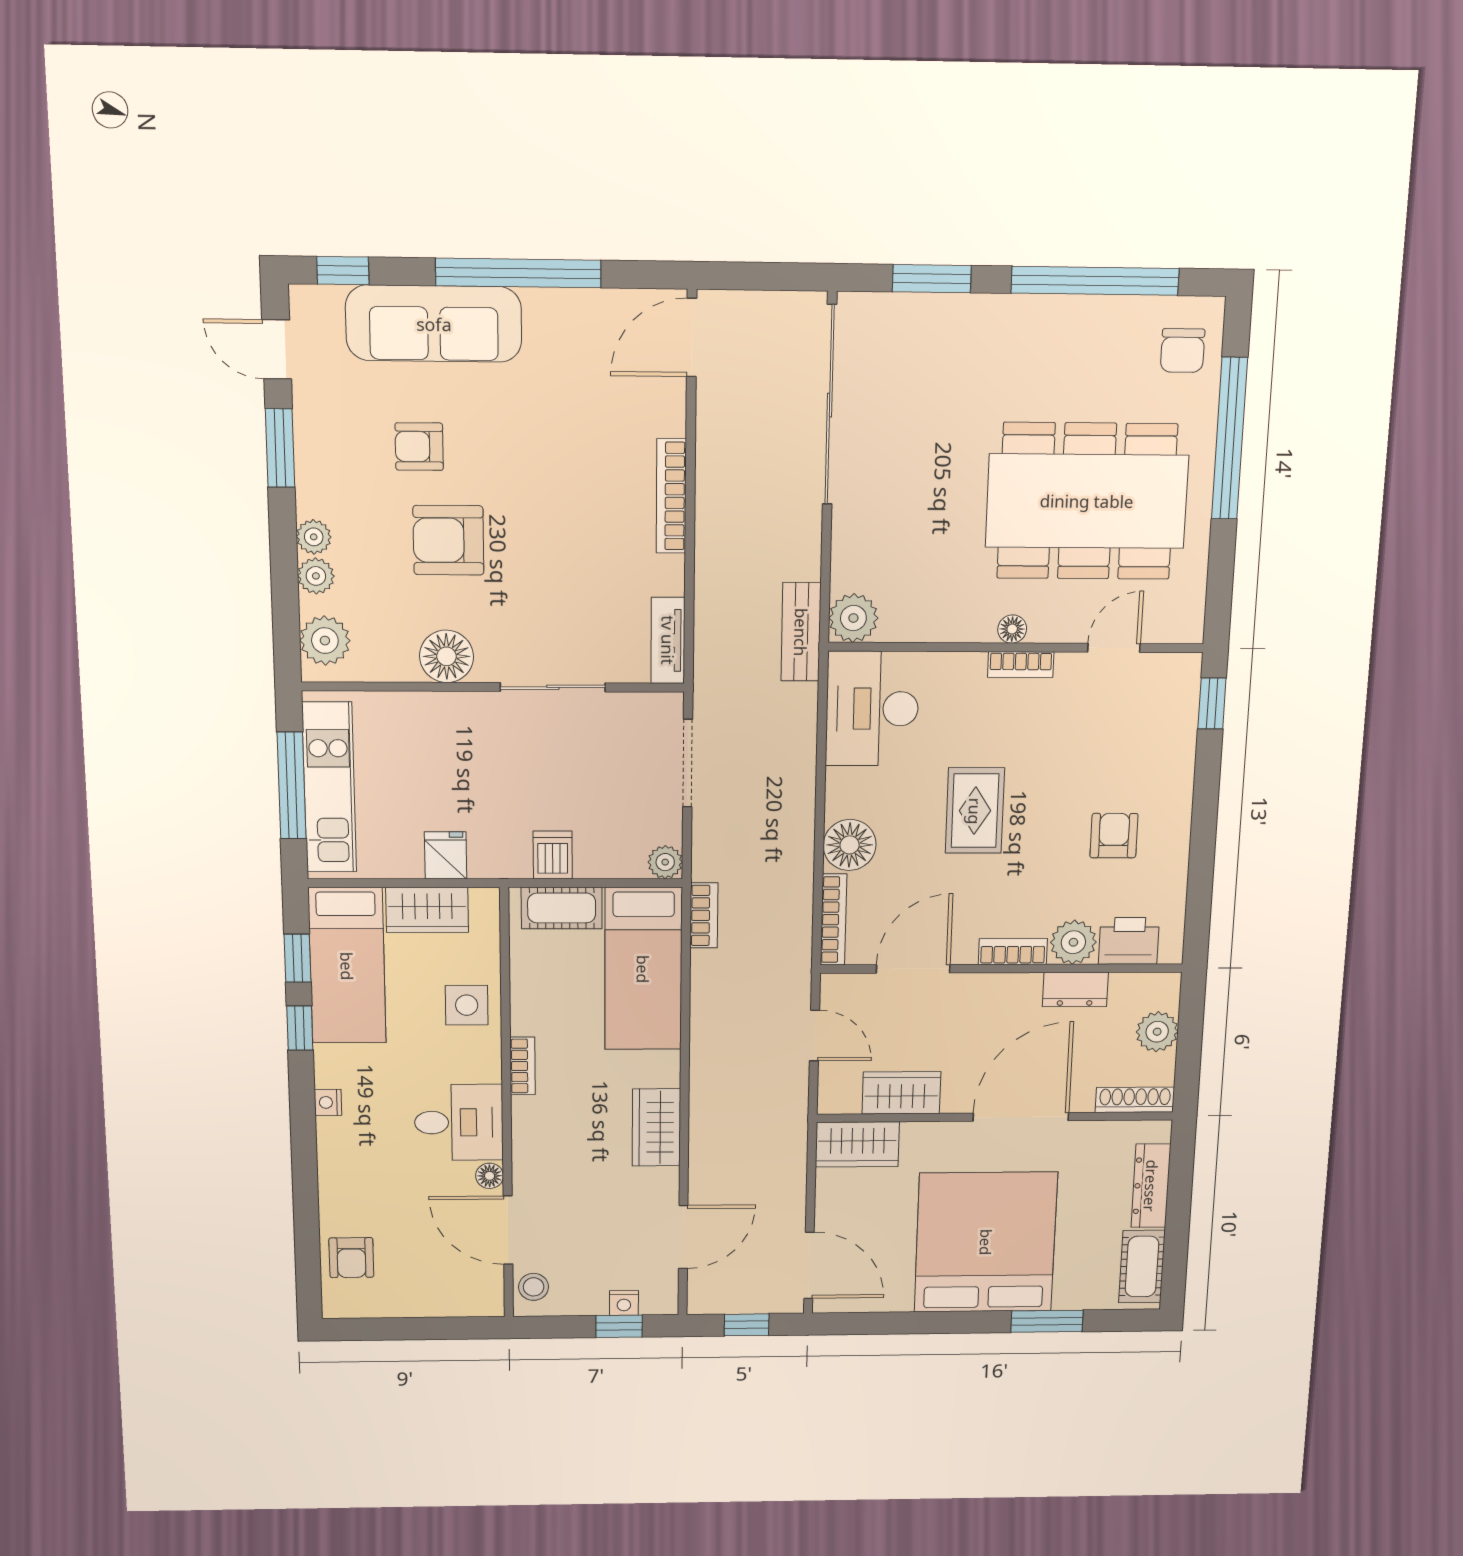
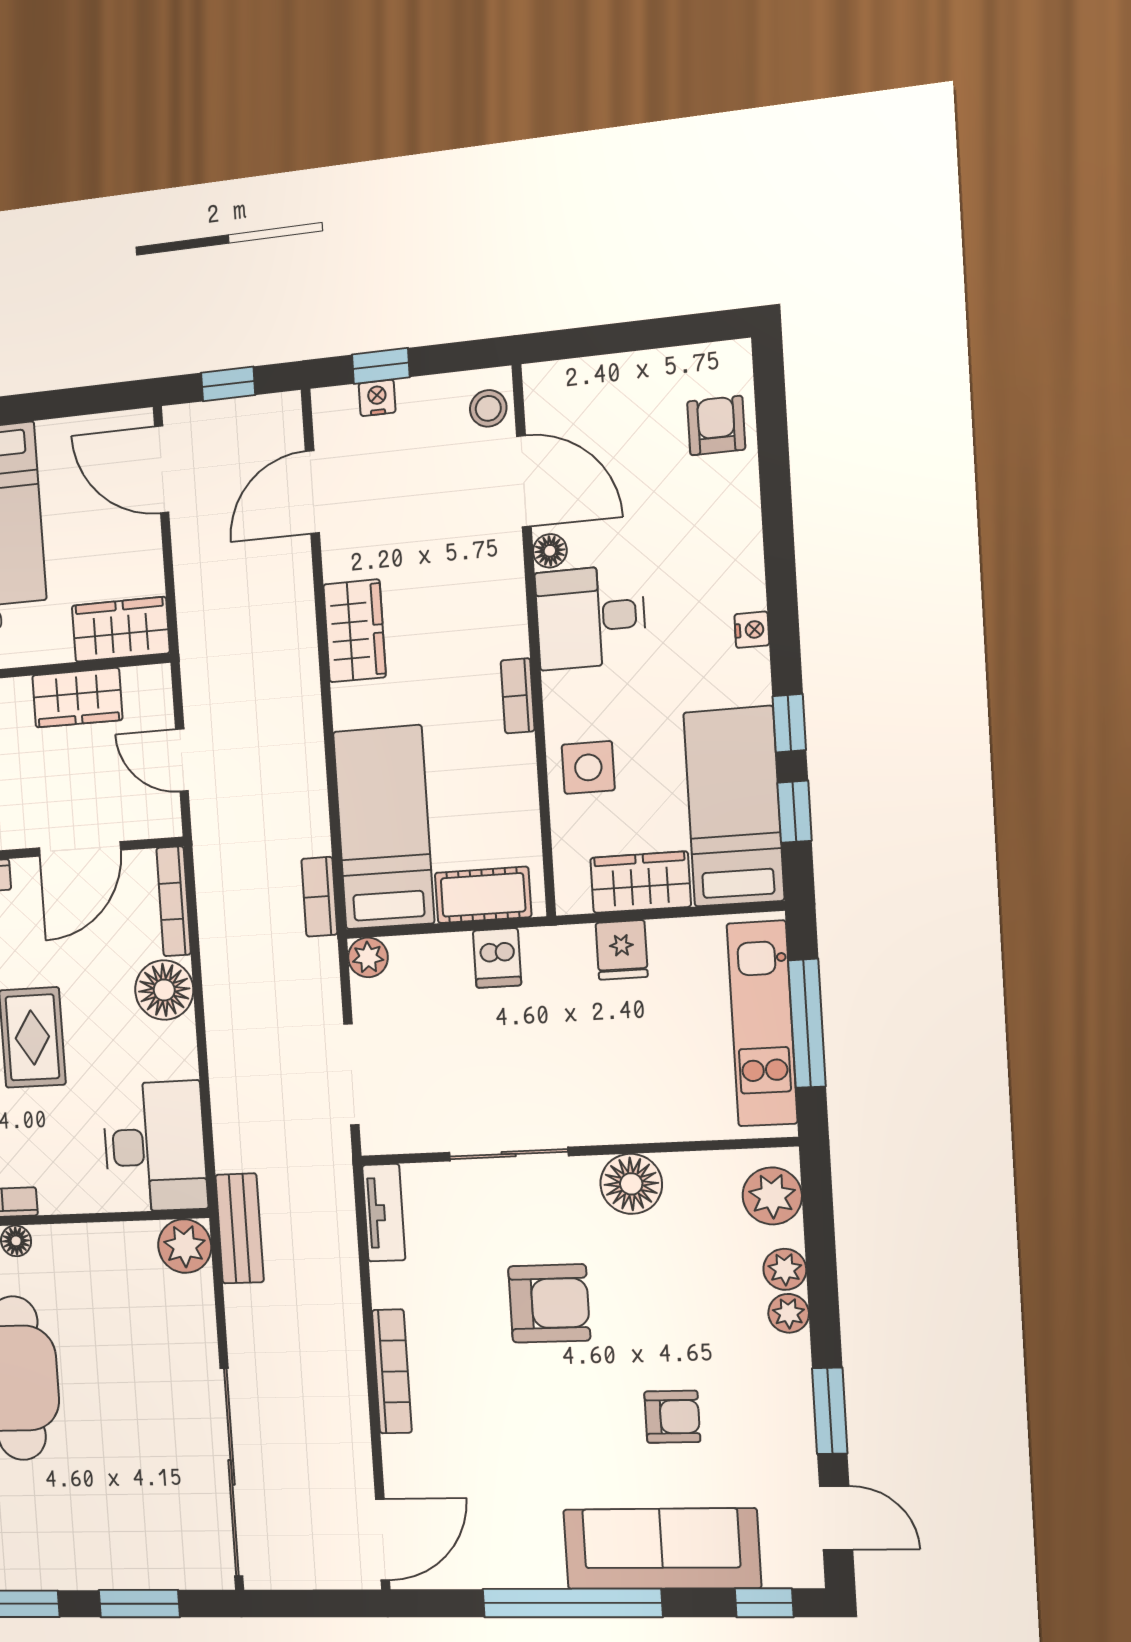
armchair: (448, 540) -> (549, 1303), moved

